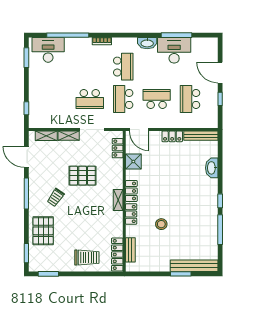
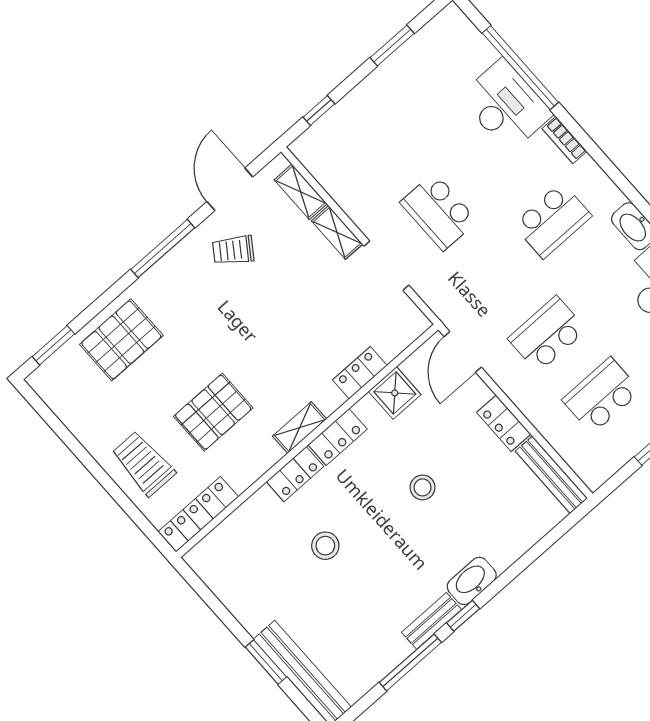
desk: (48, 50) -> (506, 106), moved
window: (26, 58) -> (392, 46), moved
school desk: (123, 99) -> (493, 273), removed
school desk: (157, 99) -> (547, 334), turned -90
locker: (118, 148) -> (360, 373), moved
washbasin: (212, 168) -> (472, 581), moved
pallet: (83, 176) -> (213, 412), moved, turned 90
stool: (170, 179) -> (423, 487), added
trolley: (56, 197) -> (233, 250), moved
bench: (130, 250) -> (432, 621), moved
trolley: (87, 258) -> (143, 463), turned 180
window: (48, 274) -> (51, 419), removed

